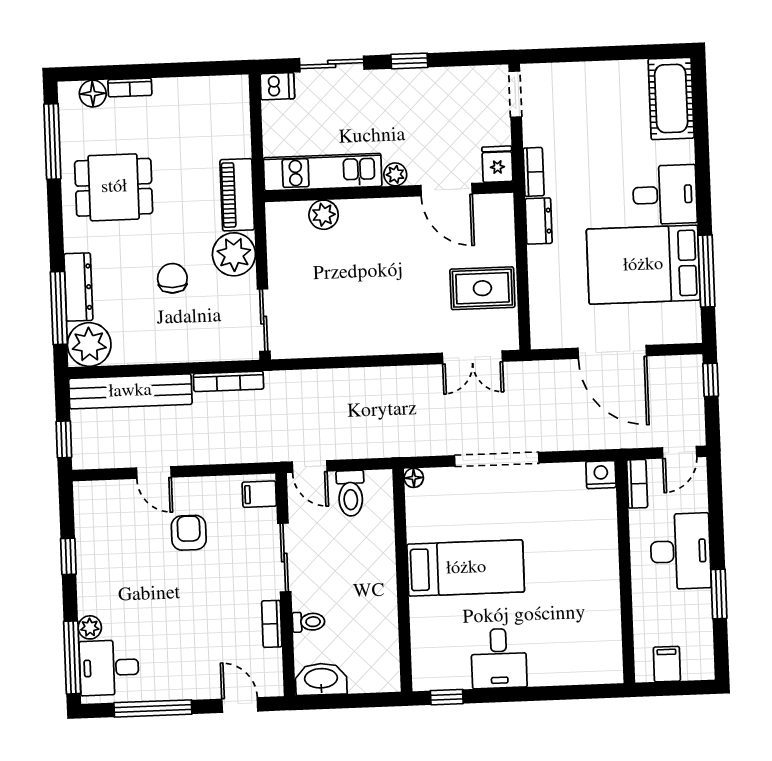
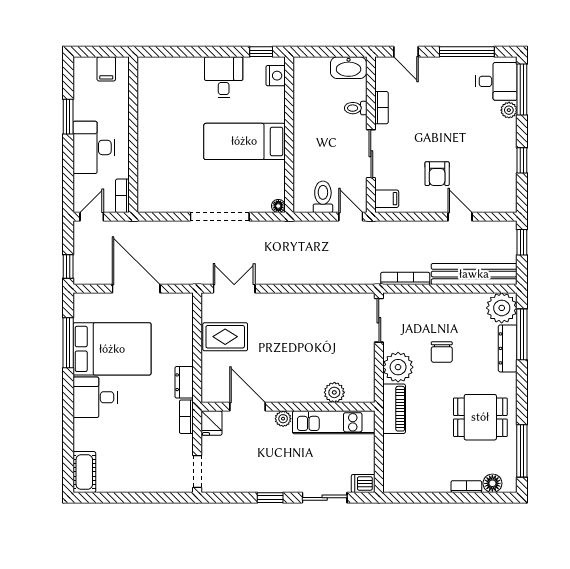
cot: (671, 98) -> (84, 472), width x0.73, depth x0.75
nightstand: (601, 475) -> (276, 76), moved, turned -90

